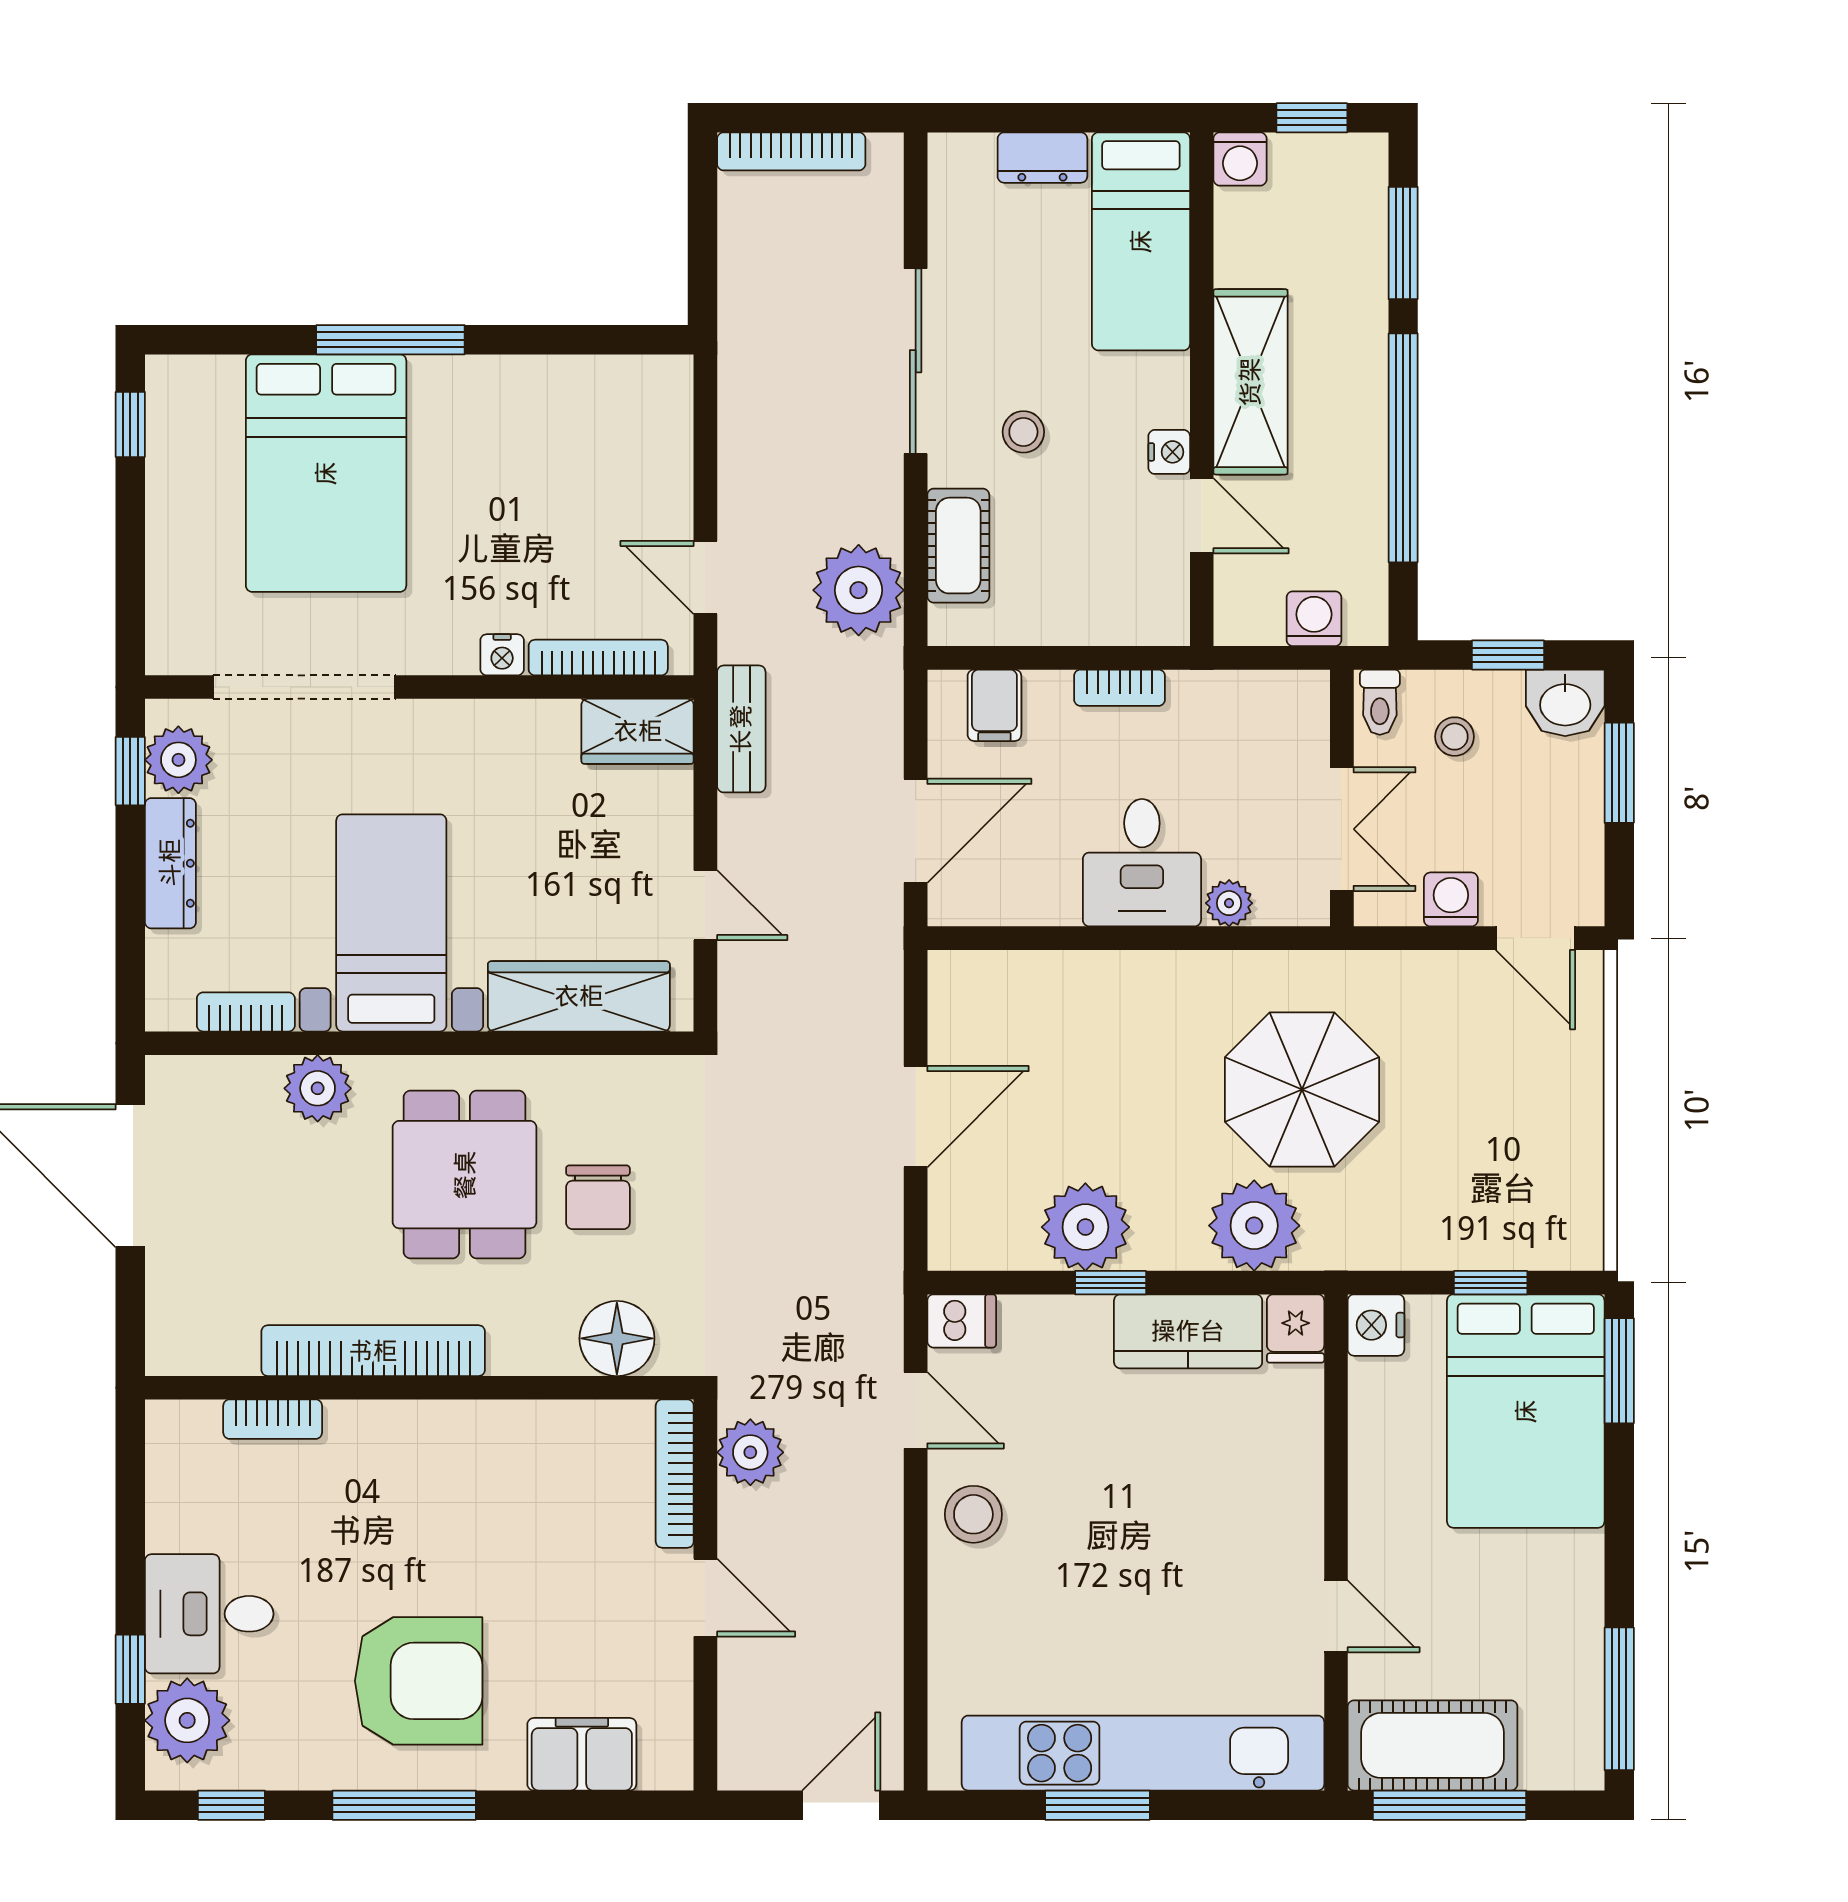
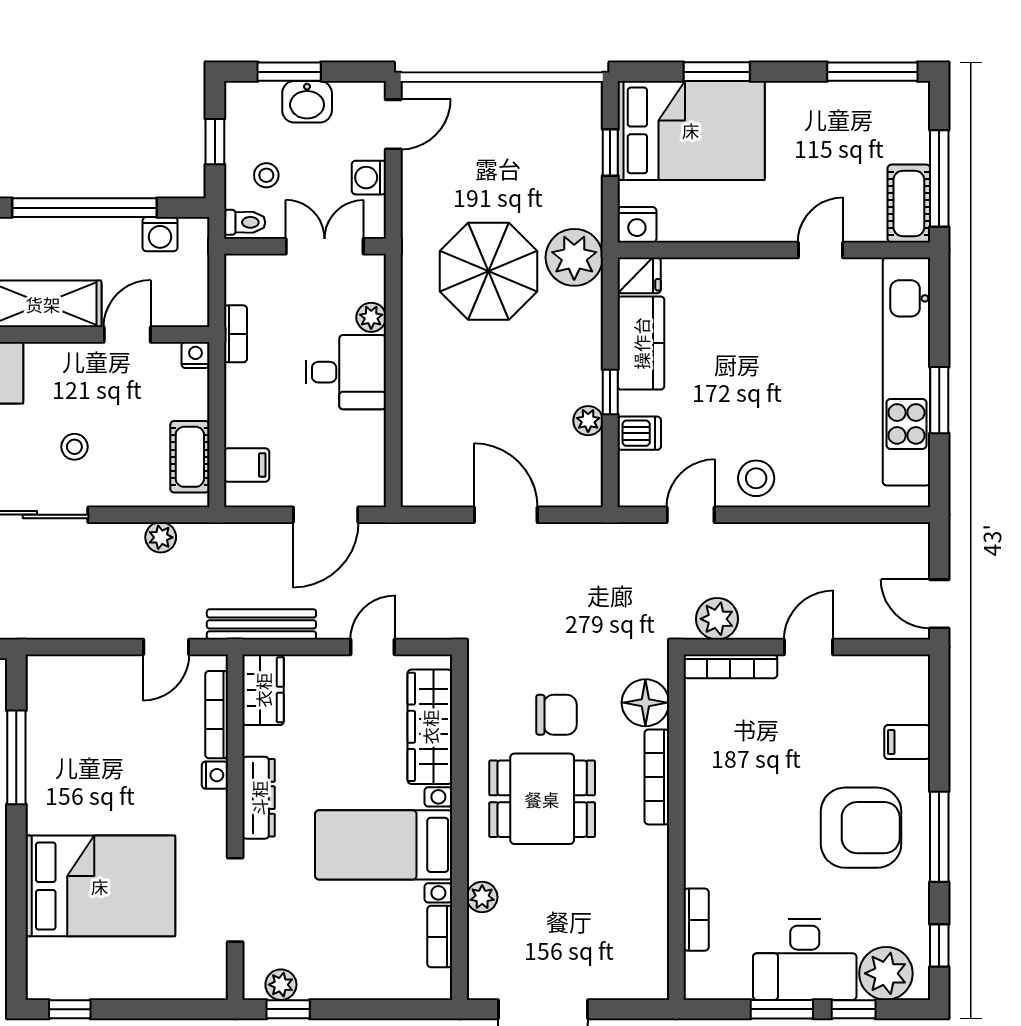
window: (390, 340) -> (16, 757), moved
nightstand: (1169, 452) -> (195, 355), moved
cot: (958, 546) -> (190, 457), moved, turned 90
plant: (859, 590) -> (161, 537), width x0.53, depth x0.53
washing machine: (1314, 619) -> (160, 234), moved, turned -90
doorway: (304, 687) -> (235, 900), width x0.73
bookcase: (1120, 688) -> (236, 334), moved
washbasin: (1565, 703) -> (307, 102), moved, turned 90
bench: (741, 729) -> (261, 624), width x1.36
plant: (178, 760) -> (281, 985), width x0.73, depth x0.73
door: (916, 831) -> (326, 515), swing flipped
dresser: (170, 863) -> (259, 798), moved, turned 90
plant: (318, 1088) -> (482, 897), width x0.73, depth x0.73
plant: (1254, 1226) -> (574, 257), moved
plant: (1085, 1227) -> (588, 421), width x0.53, depth x0.53
dishwasher: (962, 1321) -> (639, 433), moved, turned 90
bookcase: (373, 1351) -> (657, 777), moved, width x0.68, depth x0.76
window: (1619, 1371) -> (717, 72), moved
window: (130, 1555) -> (782, 1009), added
desk: (209, 1614) -> (805, 960), width x1.37
armchair: (419, 1681) -> (861, 828), turned 90
cot: (1433, 1745) -> (909, 204), width x0.73, depth x0.75
filing cabinet: (582, 1754) -> (907, 742), width x0.50
door: (841, 1805) -> (939, 604), moved

